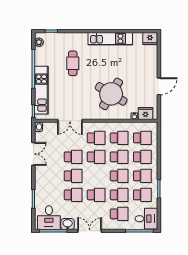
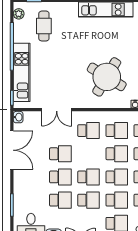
cafe table: (73, 63) -> (44, 26), moved
double door: (33, 154) -> (12, 150), width x1.37
school desk: (96, 157) -> (89, 177), moved

